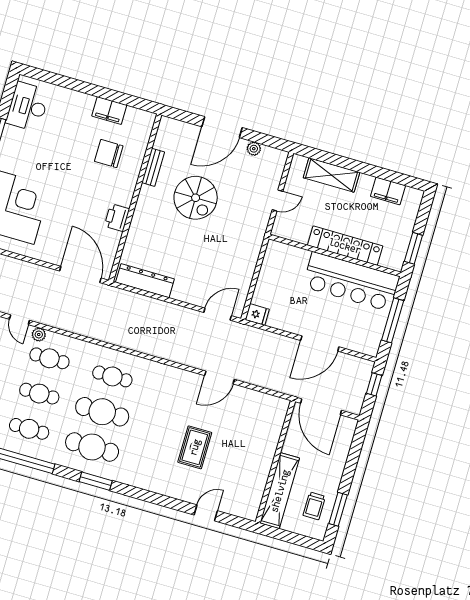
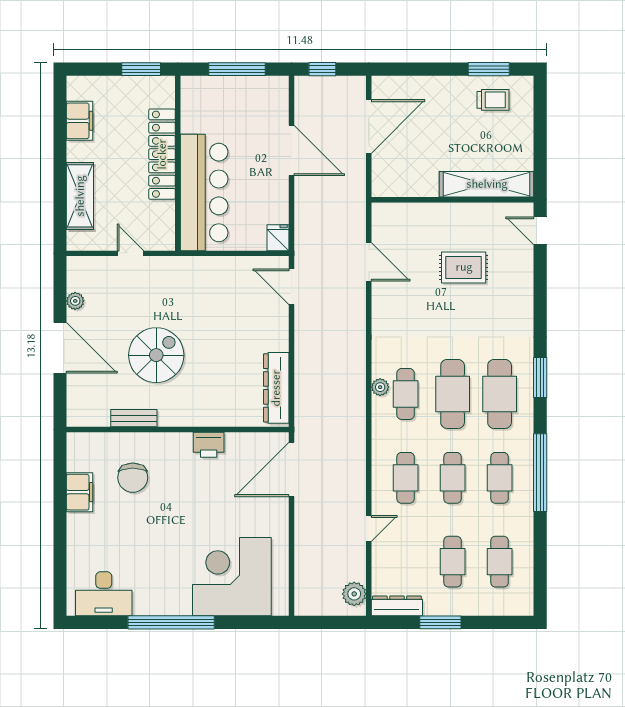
bar counter: (351, 282) -> (204, 192), moved
plant: (39, 335) -> (380, 387), moved
wall: (275, 462) -> (453, 200), moved
shelving: (280, 491) -> (487, 184), moved

